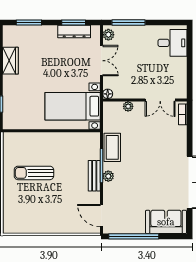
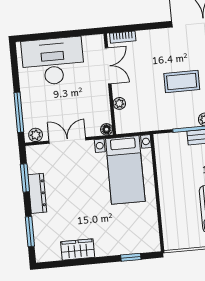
dresser: (74, 32) -> (37, 193), moved
desk: (172, 43) -> (53, 61), width x1.87, depth x1.30
coffee table: (112, 147) -> (182, 82), moved

